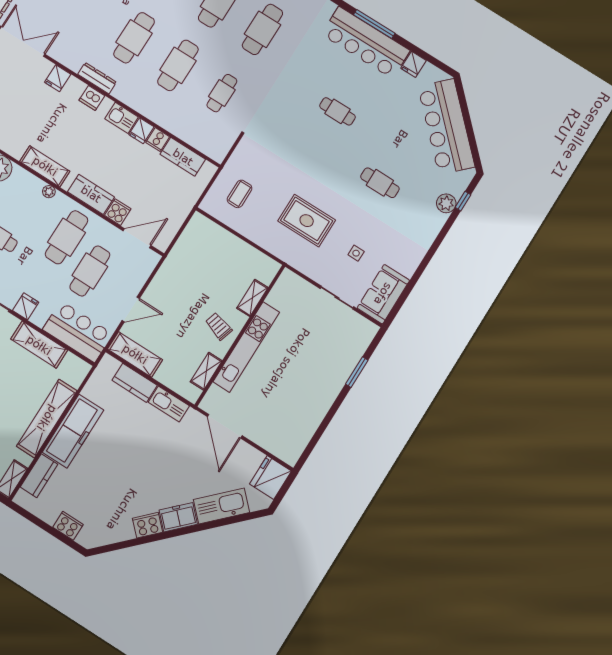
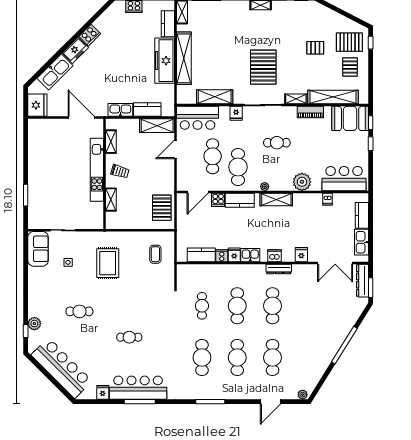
rug: (307, 221) -> (108, 263), turned 90
pallet: (195, 247) -> (162, 208), added

